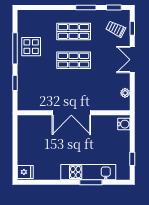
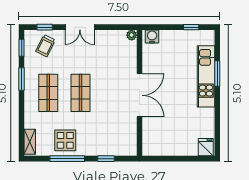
shelving: (30, 15) -> (30, 142), added
plant: (125, 93) -> (132, 35), moved

